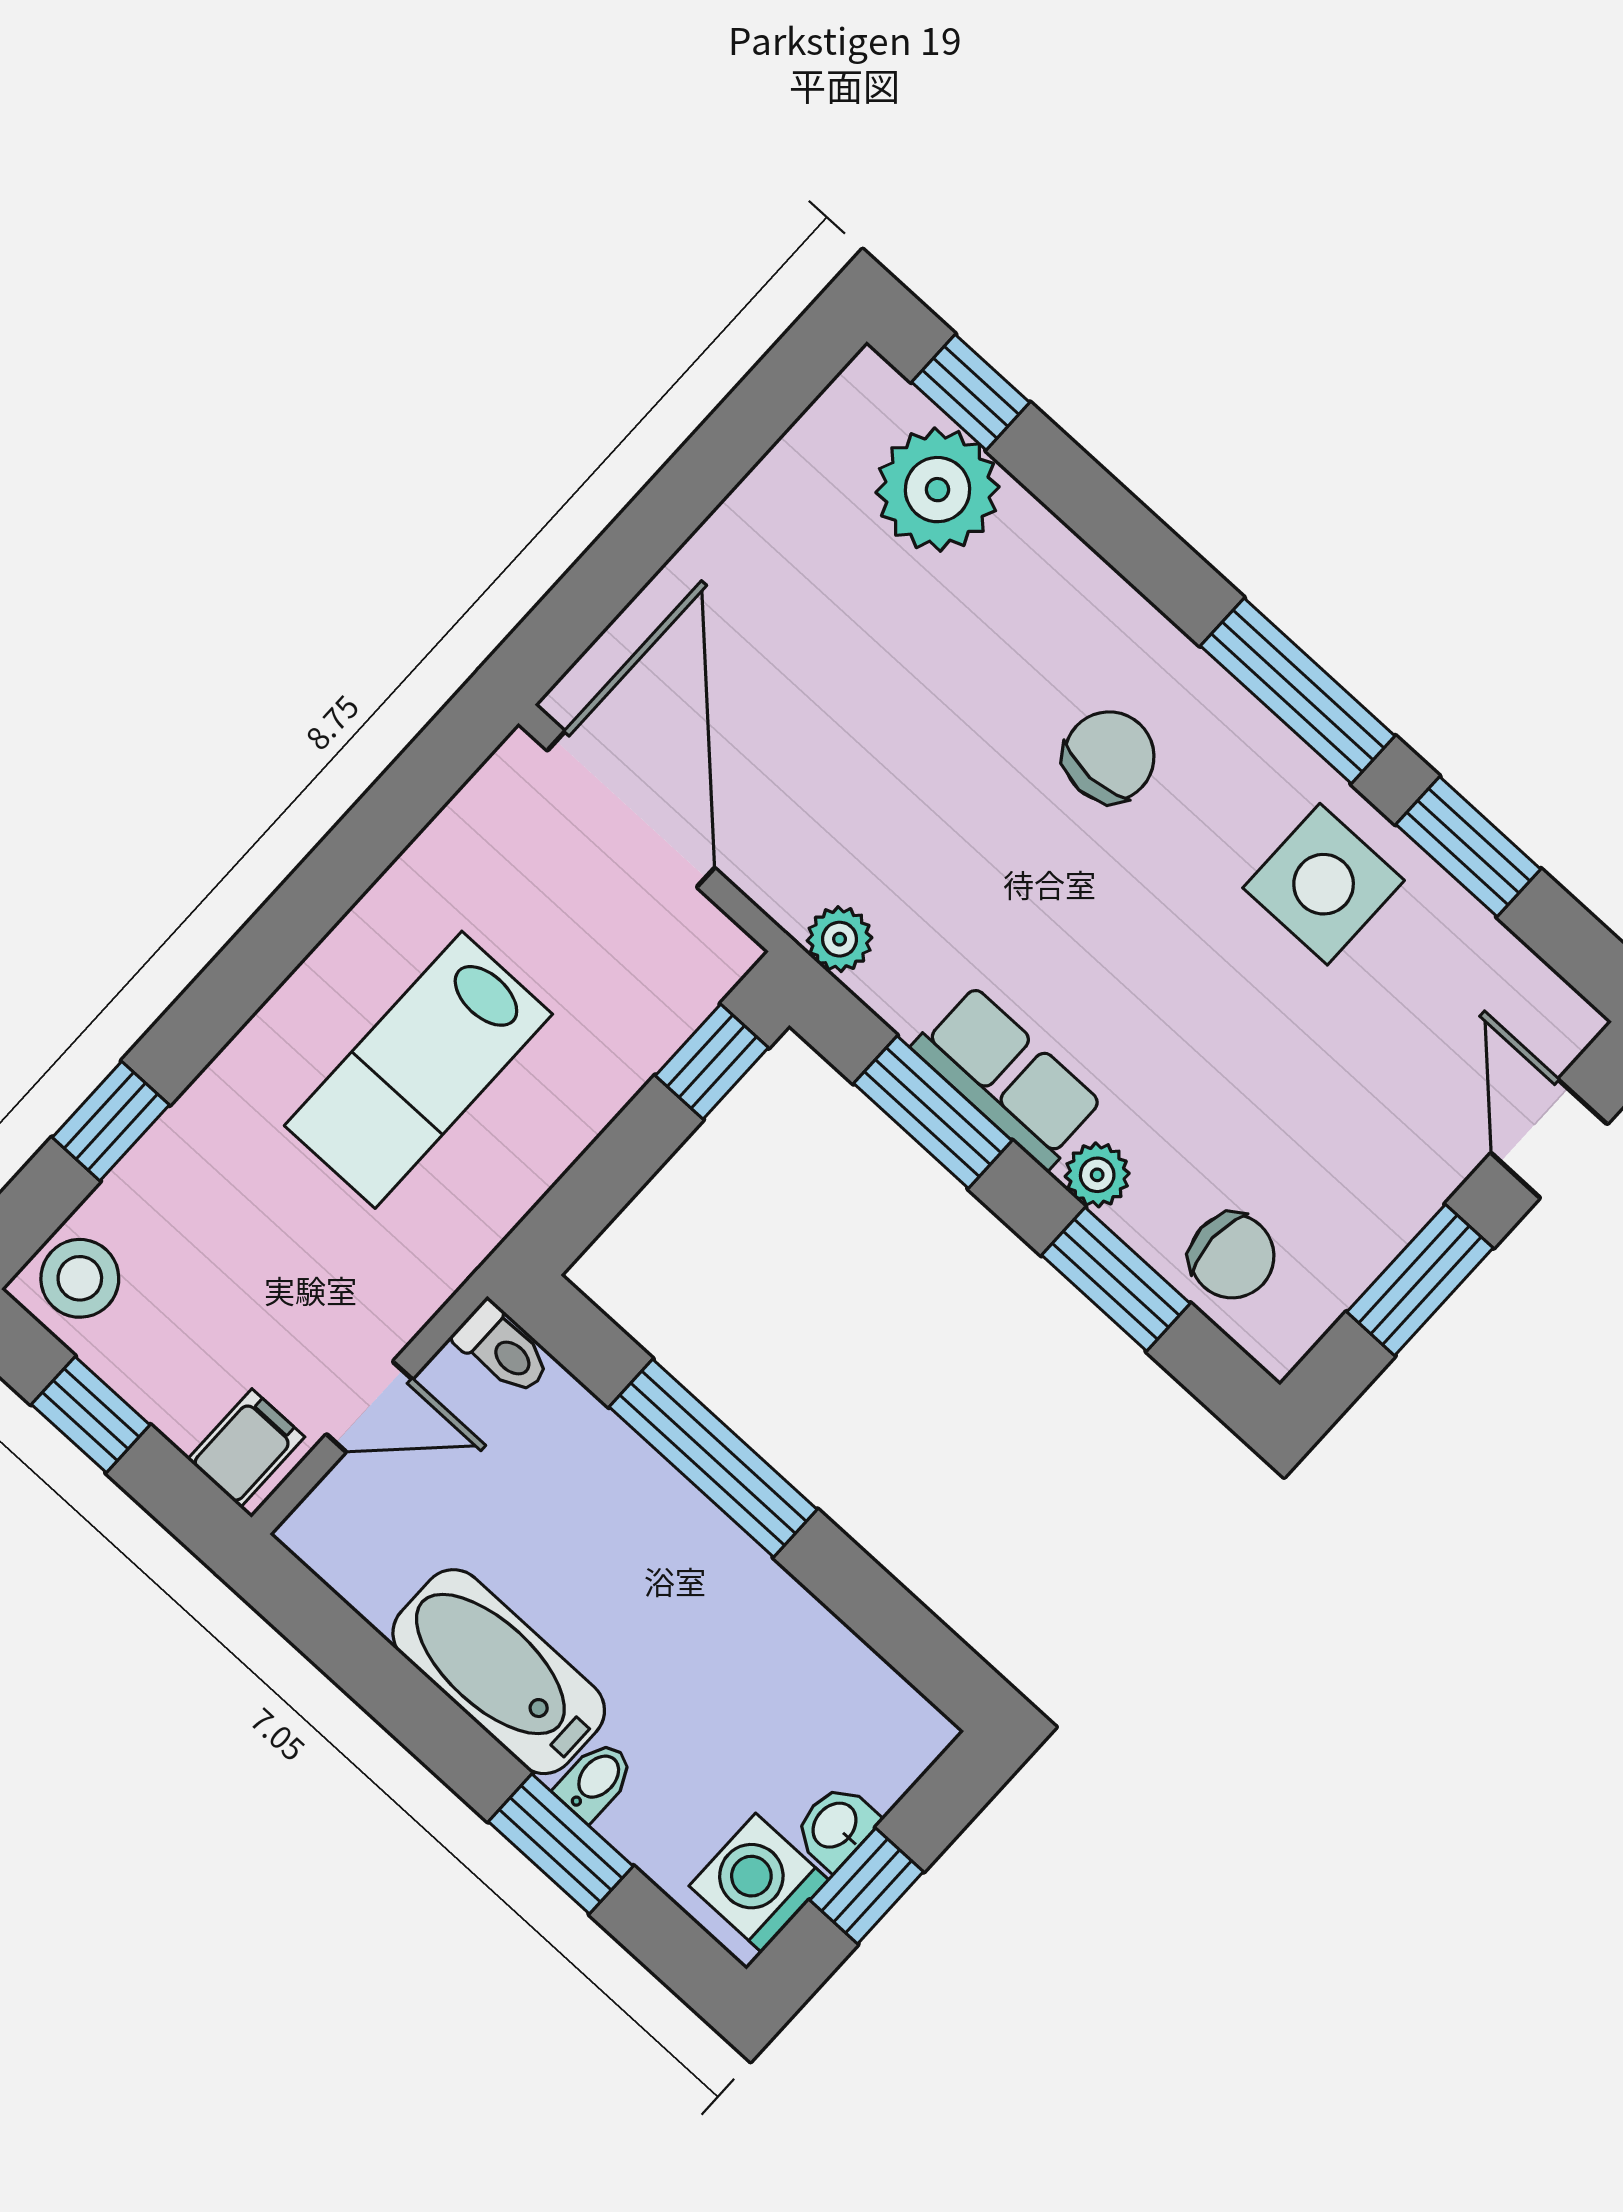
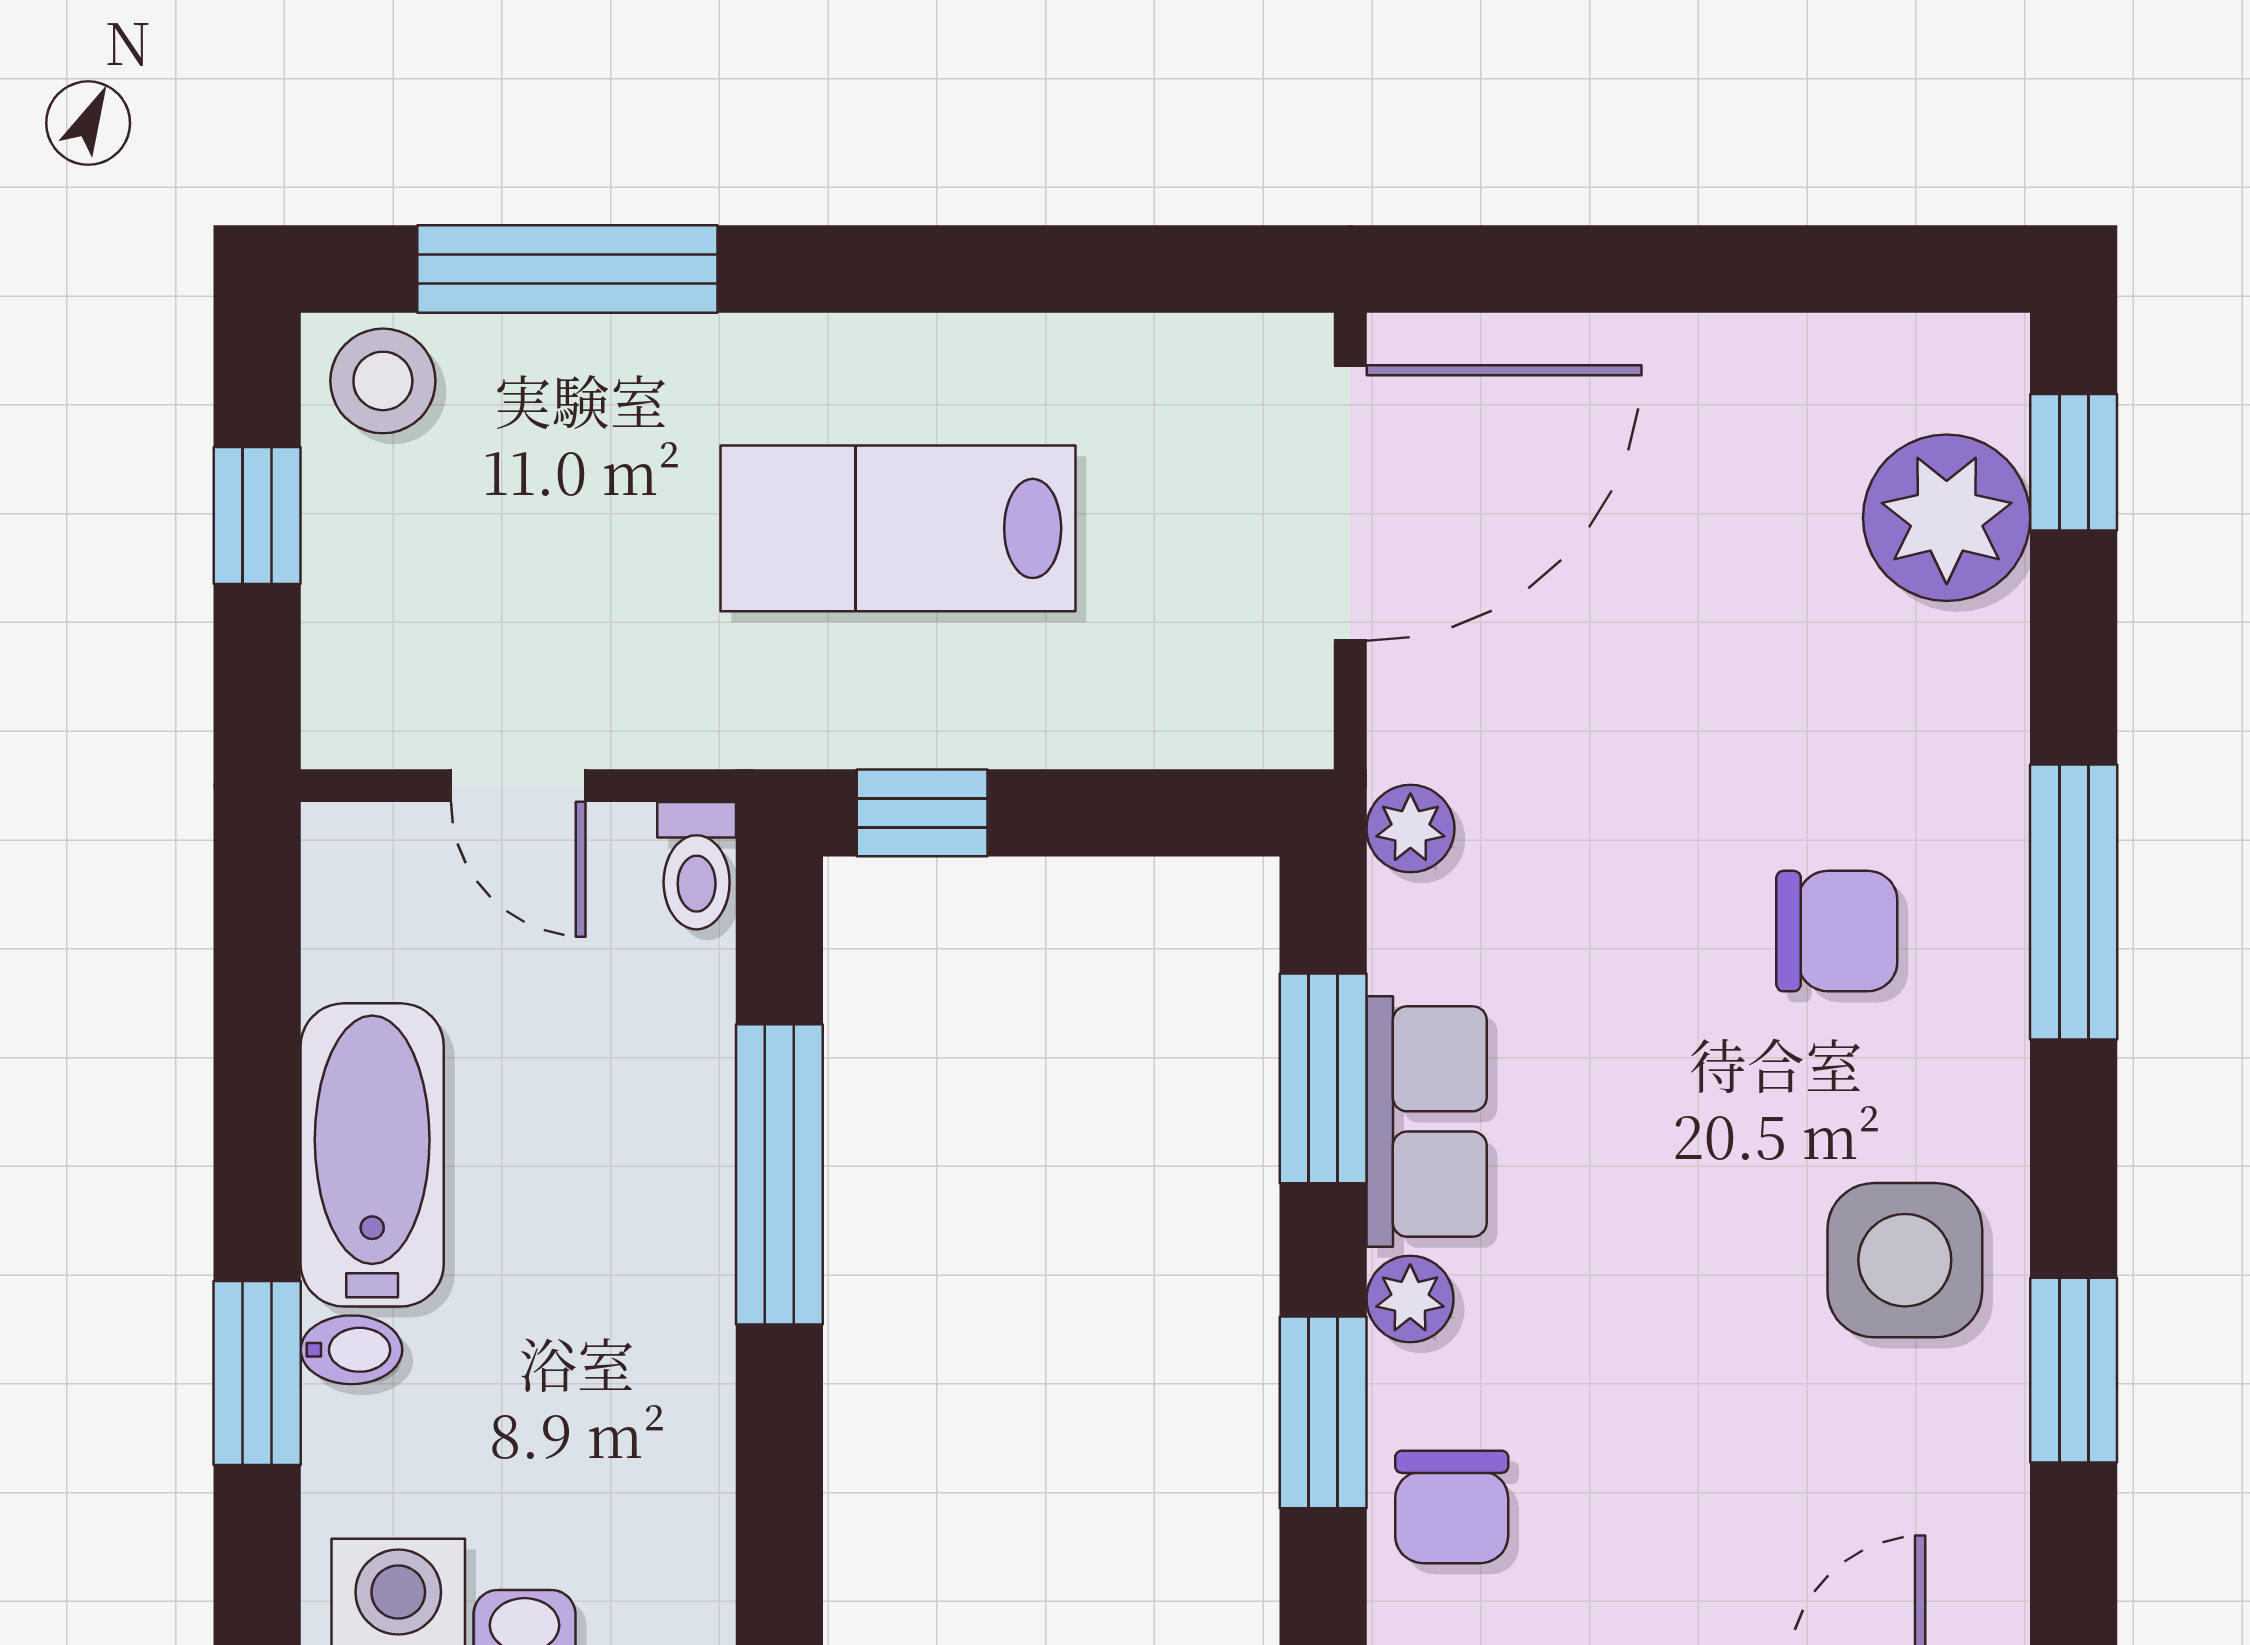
window: (1298, 691) -> (2074, 902), moved
window: (712, 1062) -> (922, 813), moved
window: (111, 1121) -> (567, 269), width x2.17
filing cabinet: (246, 1448) -> (365, 701), removed

